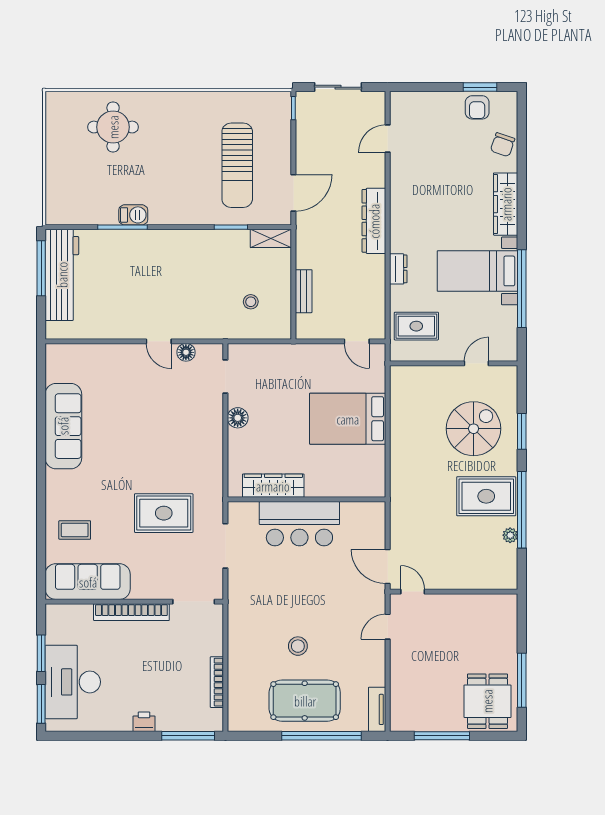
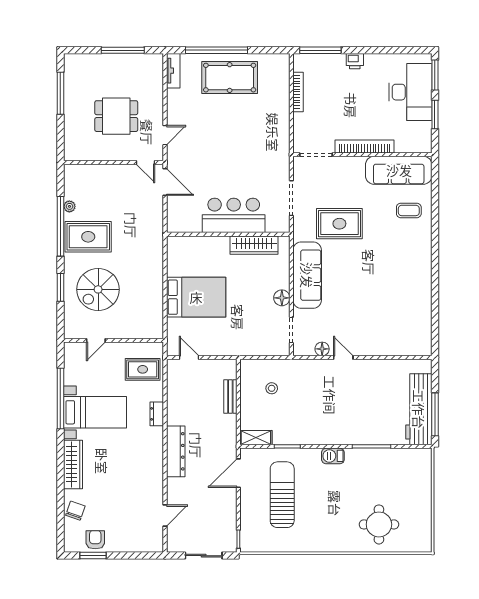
barbecue: (133, 215) -> (333, 456), moved
sofa: (63, 426) -> (307, 275), moved, turned 180
stool: (298, 646) -> (235, 120), removed
dining table: (487, 701) -> (116, 116), moved, turned 90

